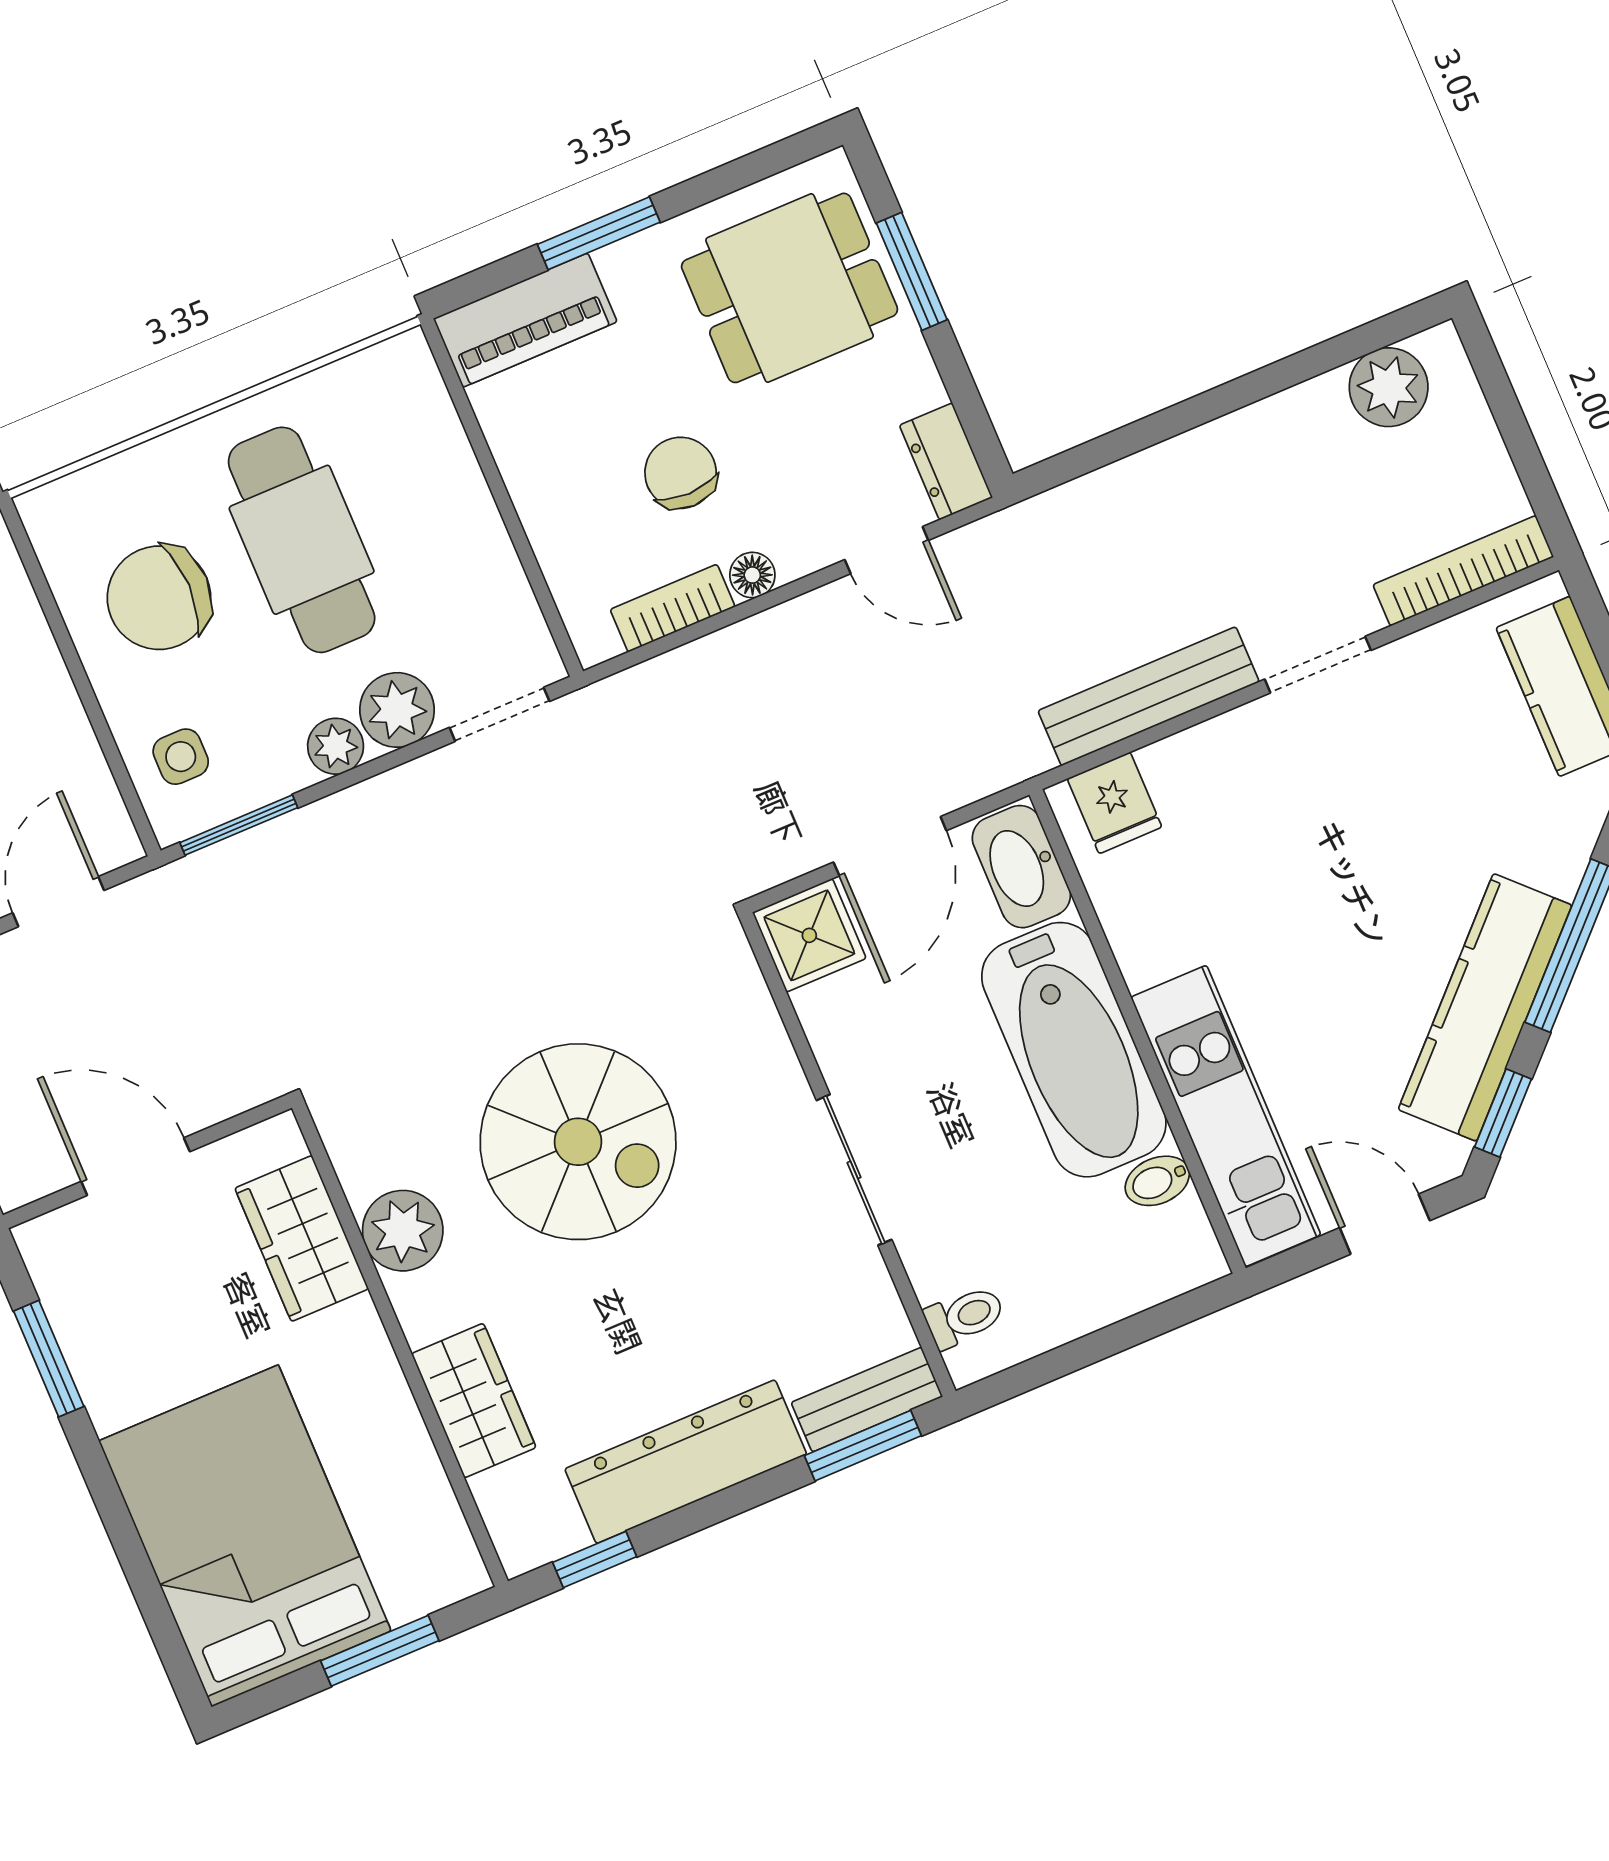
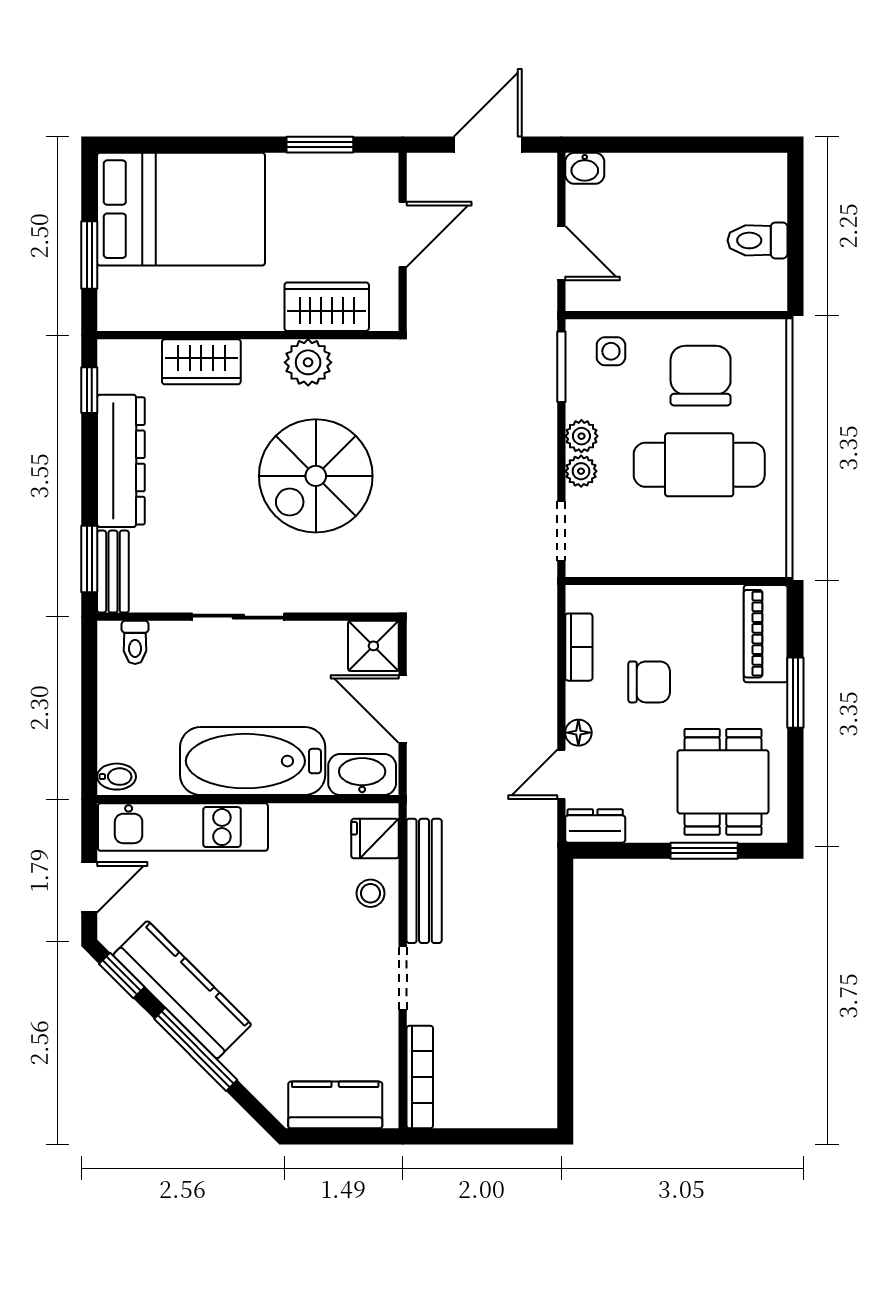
plant: (1389, 387) -> (535, 1079), removed
floor lamp: (752, 575) -> (578, 733), moved
plant: (397, 710) -> (581, 471), width x0.73, depth x0.73
stool: (1204, 773) -> (371, 893), added
bidet: (1157, 1181) -> (117, 777), moved, turned 90

